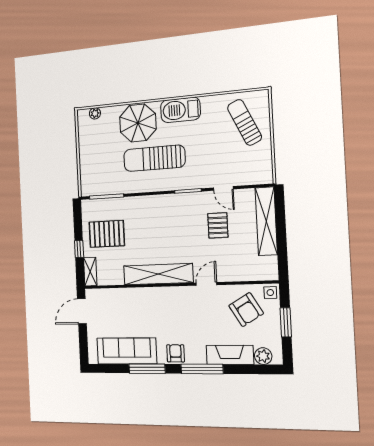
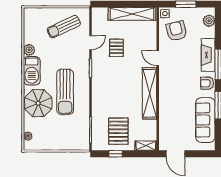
plant: (209, 103) -> (29, 50), added
sun lounger: (245, 122) -> (64, 27), moved
shelving: (266, 221) -> (132, 14), moved
pallet: (218, 225) -> (116, 48), turned 90
window: (79, 249) -> (116, 154), moved
armchair: (246, 310) -> (176, 31), turned -73
fireplace: (230, 355) -> (208, 55), moved

